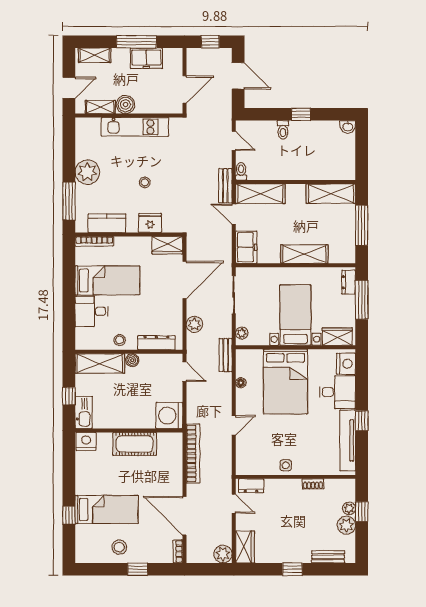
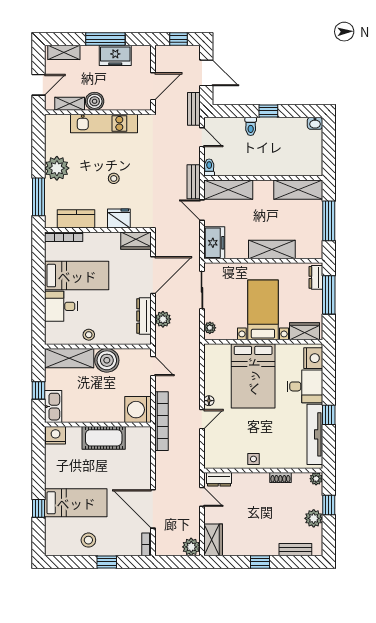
dresser: (156, 343) -> (144, 316), moved, turned -90
bench: (226, 355) -> (194, 109), moved
boiler: (132, 360) -> (107, 360), width x1.86, depth x1.86
floor lamp: (241, 383) -> (209, 401), moved
bookcase: (193, 453) -> (162, 421), moved
plant: (349, 508) -> (316, 479), moved

